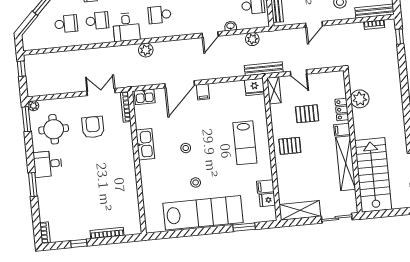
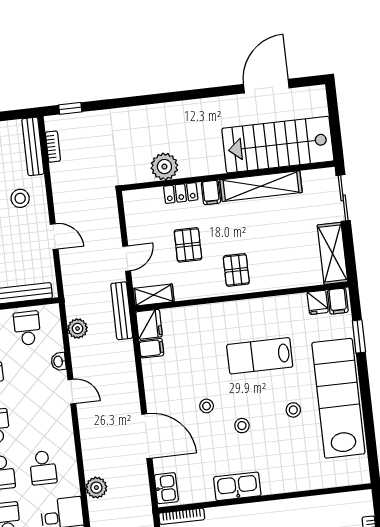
filing cabinet: (203, 92) -> (151, 348), moved
stool: (199, 125) -> (207, 406), added
lab bench: (245, 143) -> (260, 356), moved, turned 180
filing cabinet: (265, 187) -> (338, 301), moved

